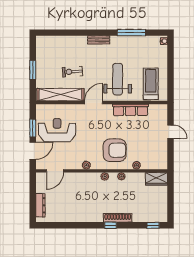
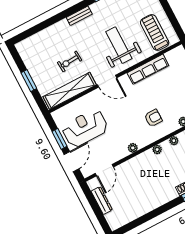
door: (94, 103) -> (107, 81), swing flipped
armchair: (115, 150) -> (153, 118), width x0.53, depth x0.53
dresser: (40, 205) -> (102, 201), moved

